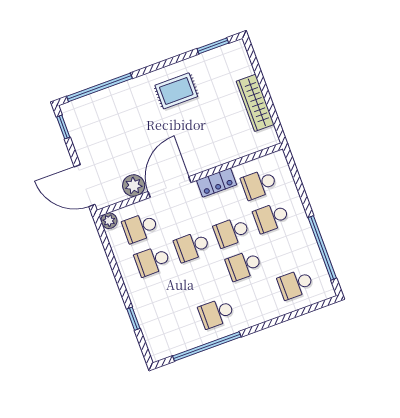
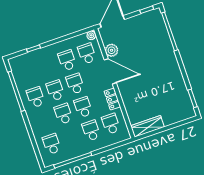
rug: (176, 91) -> (167, 76), removed
wardrobe: (255, 103) -> (148, 126), moved
school desk: (204, 280) -> (55, 90), added

